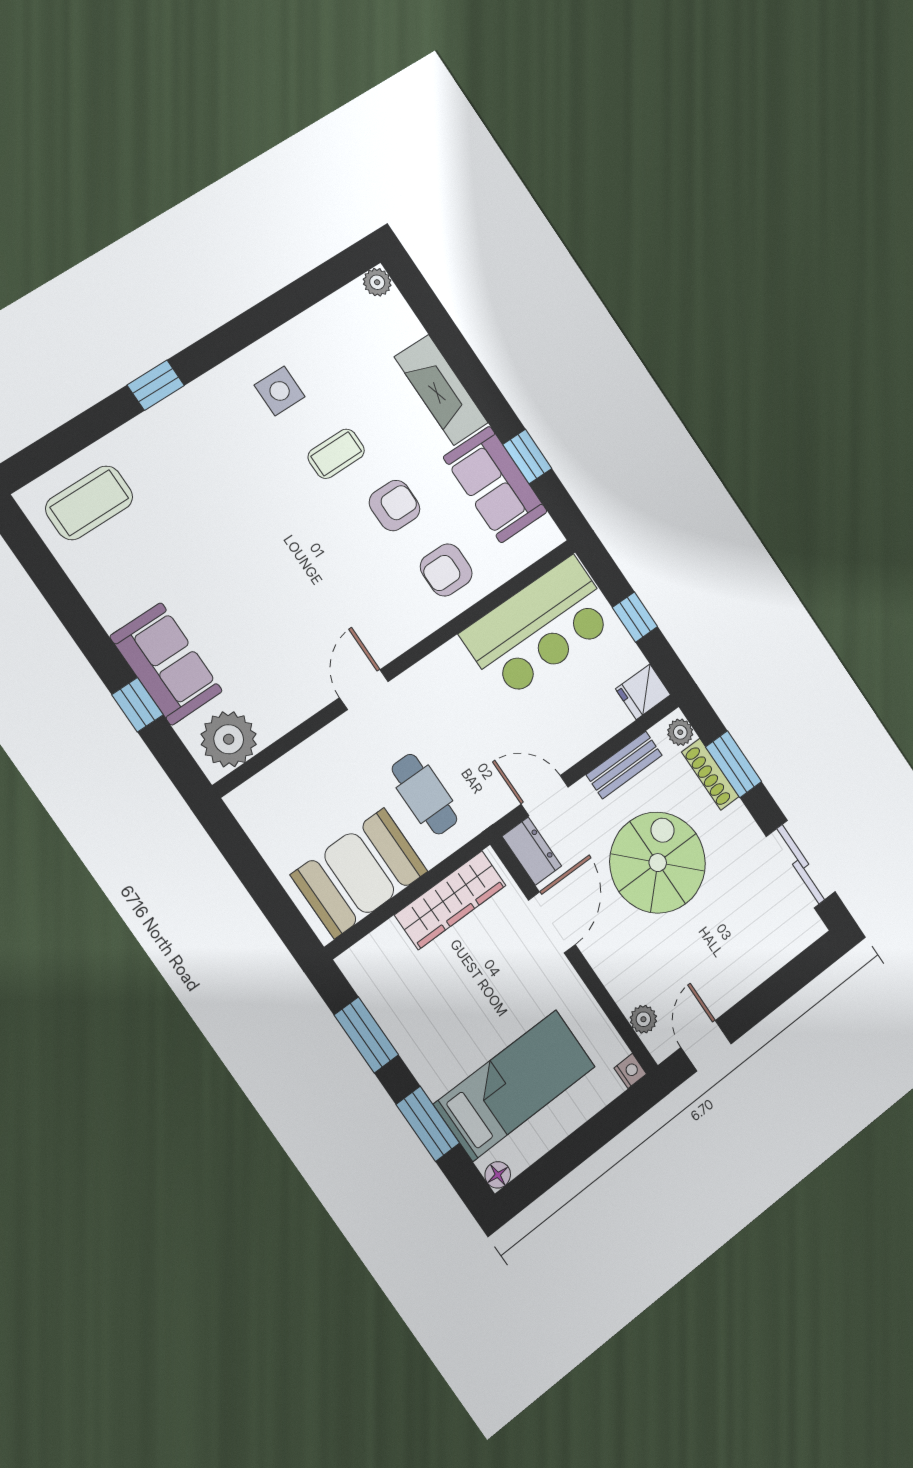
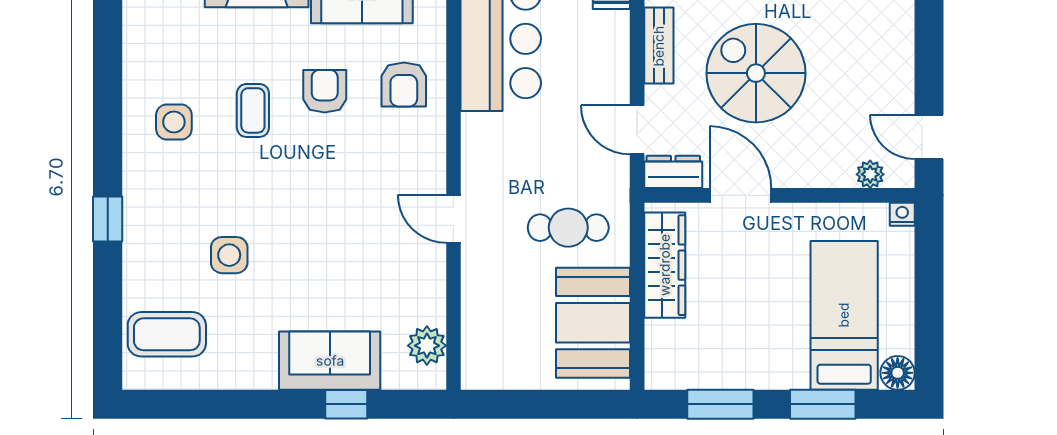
coffee table: (89, 503) -> (167, 334), turned 90
side table: (198, 513) -> (229, 255), added
plant: (229, 739) -> (427, 346), width x0.73, depth x0.73
door: (545, 796) -> (637, 130), hinge flipped
floor lamp: (498, 1175) -> (898, 373), width x1.37, depth x1.37

